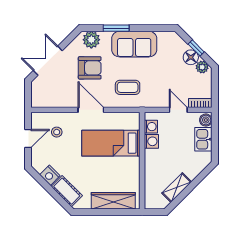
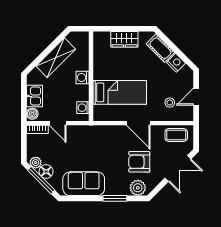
sofa: (134, 44) -> (84, 184), moved
window: (196, 48) -> (41, 180), width x2.17
coffee table: (128, 87) -> (176, 135), moved
washing machine: (151, 141) -> (83, 78), moved
shelving: (177, 188) -> (56, 58), width x1.50, depth x1.33
wardrobe: (113, 201) -> (124, 39), width x0.67

